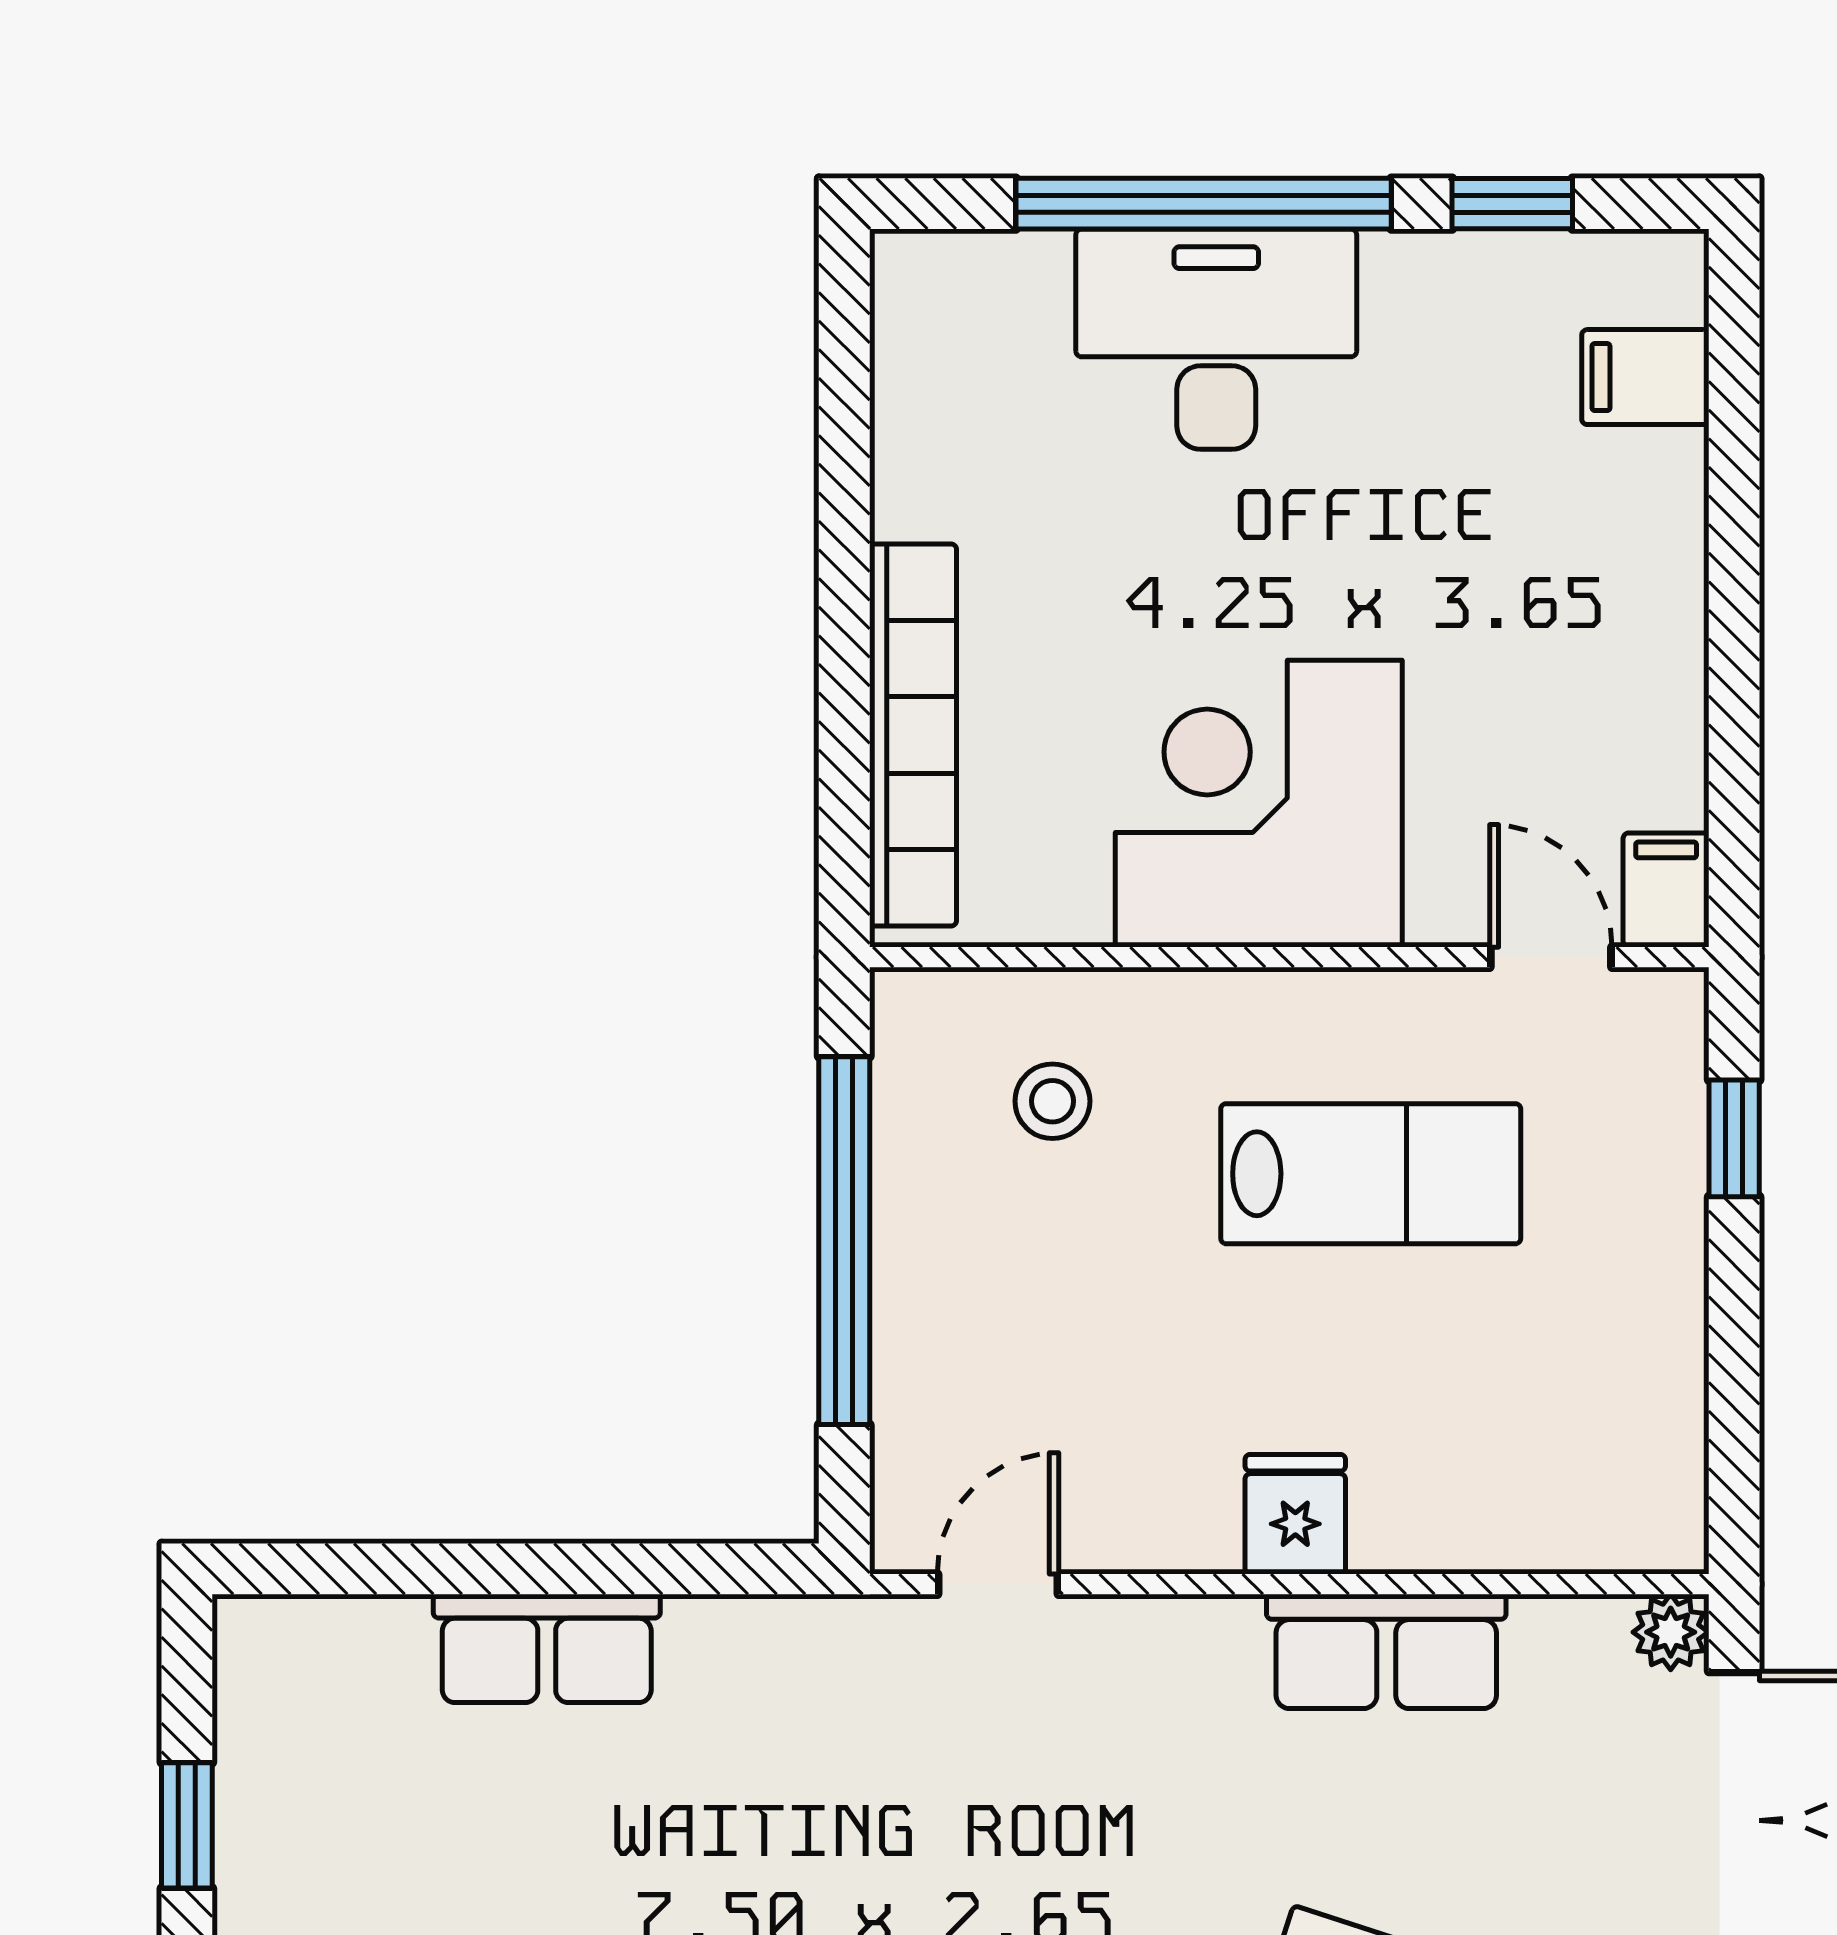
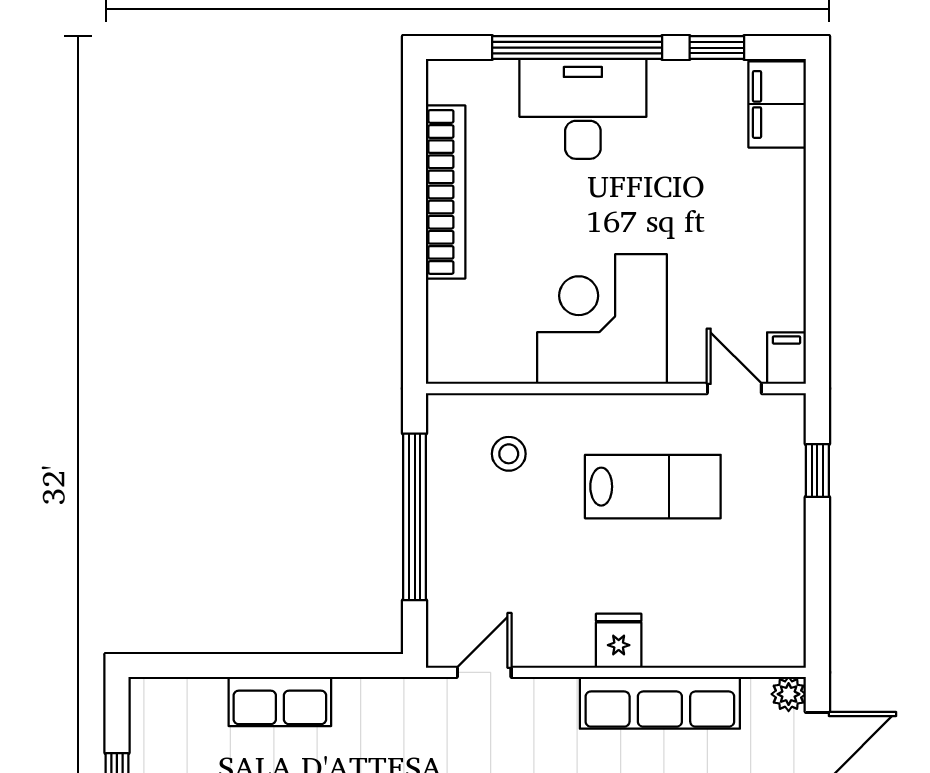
filing cabinet: (1645, 377) -> (777, 104), width x2.00
bookcase: (913, 735) -> (446, 192), moved
row of seats: (1386, 1651) -> (660, 703), width x1.48

